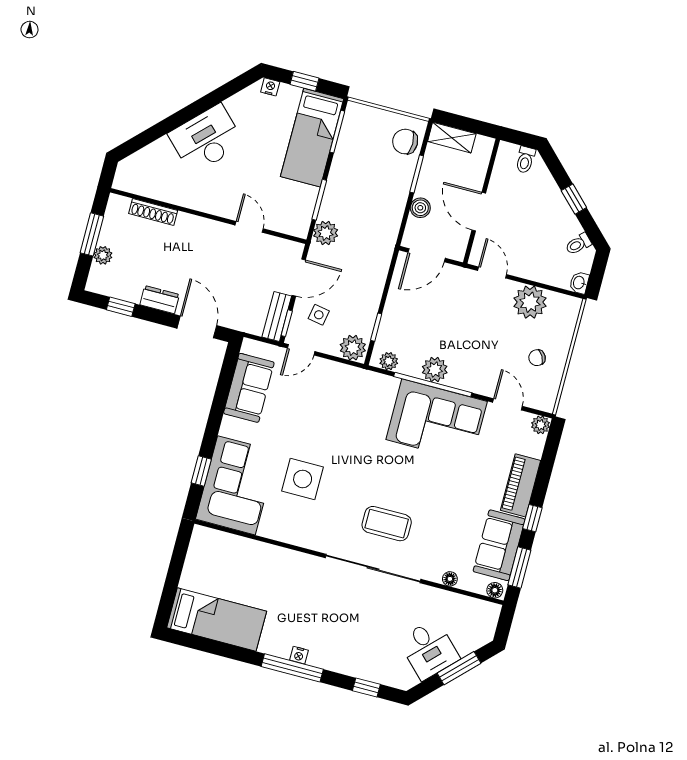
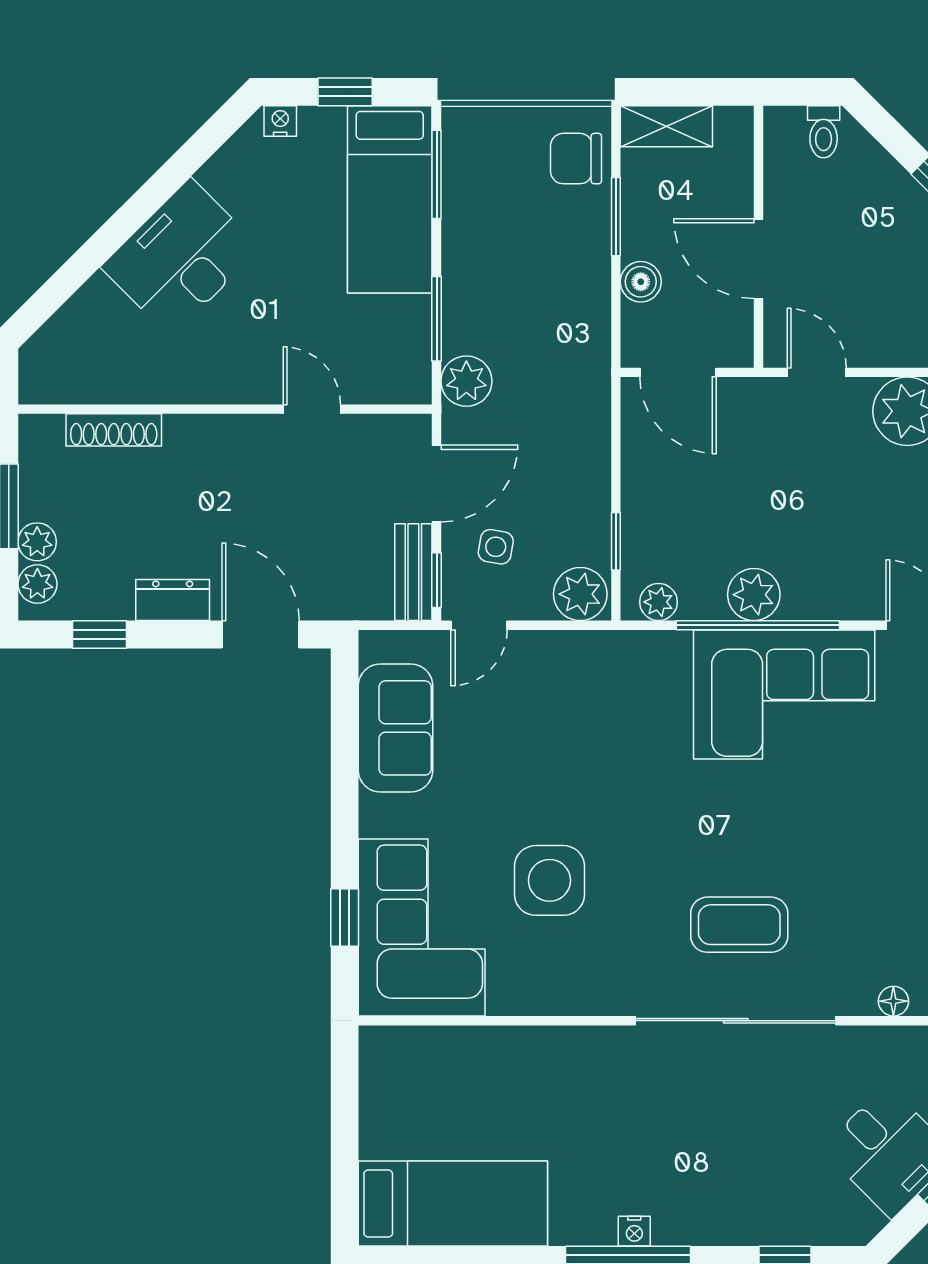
door: (427, 255) -> (678, 372), hinge flipped
plant: (98, 275) -> (37, 584), added

